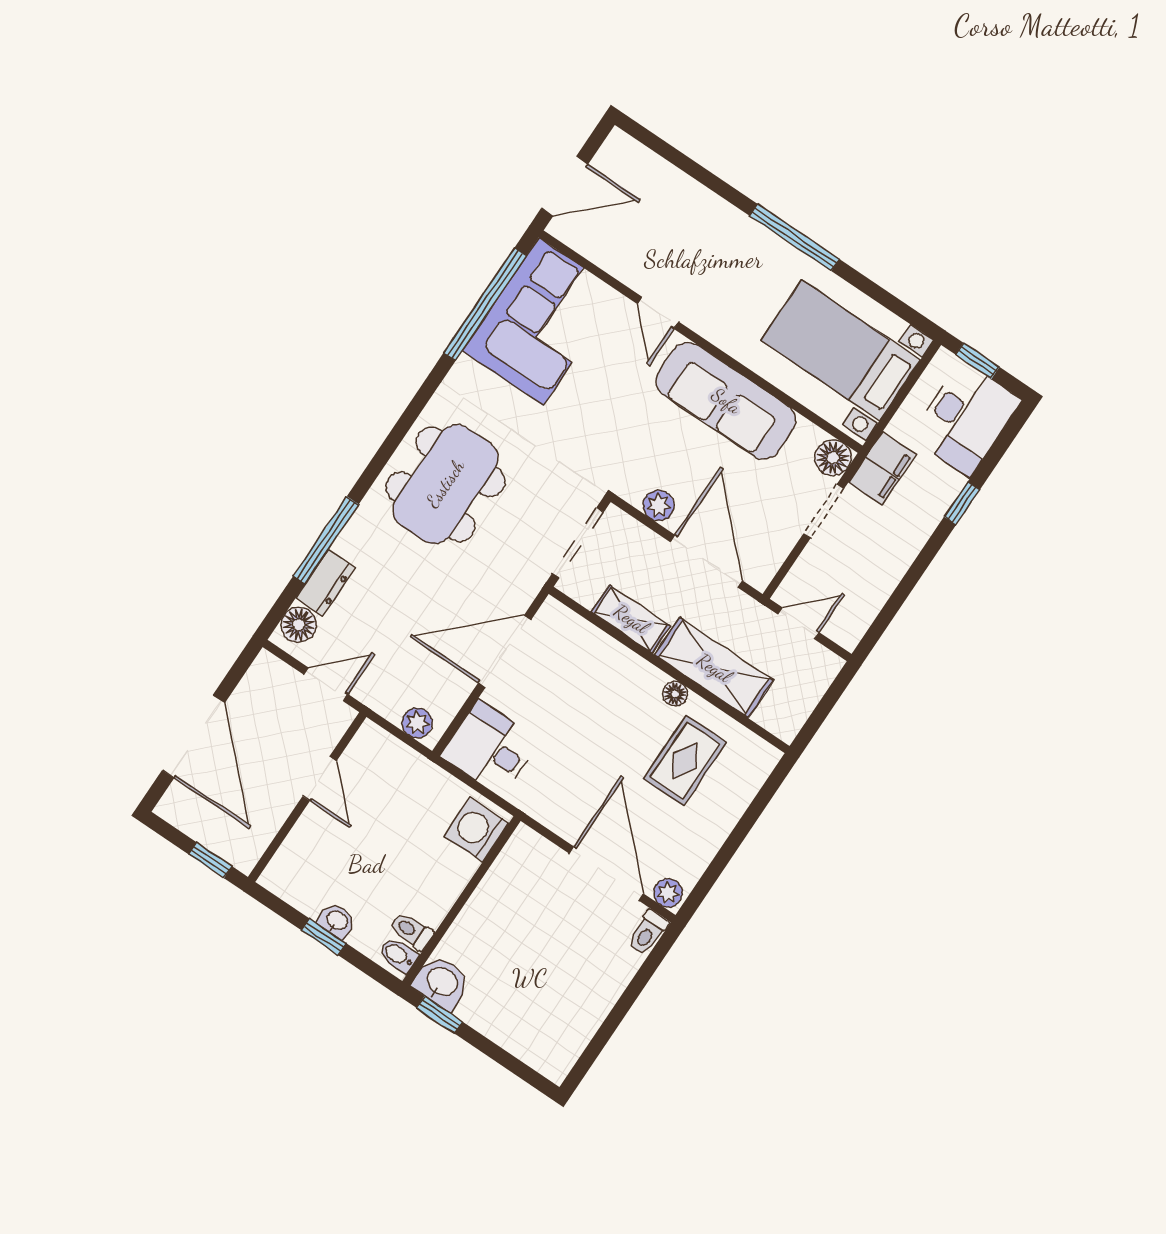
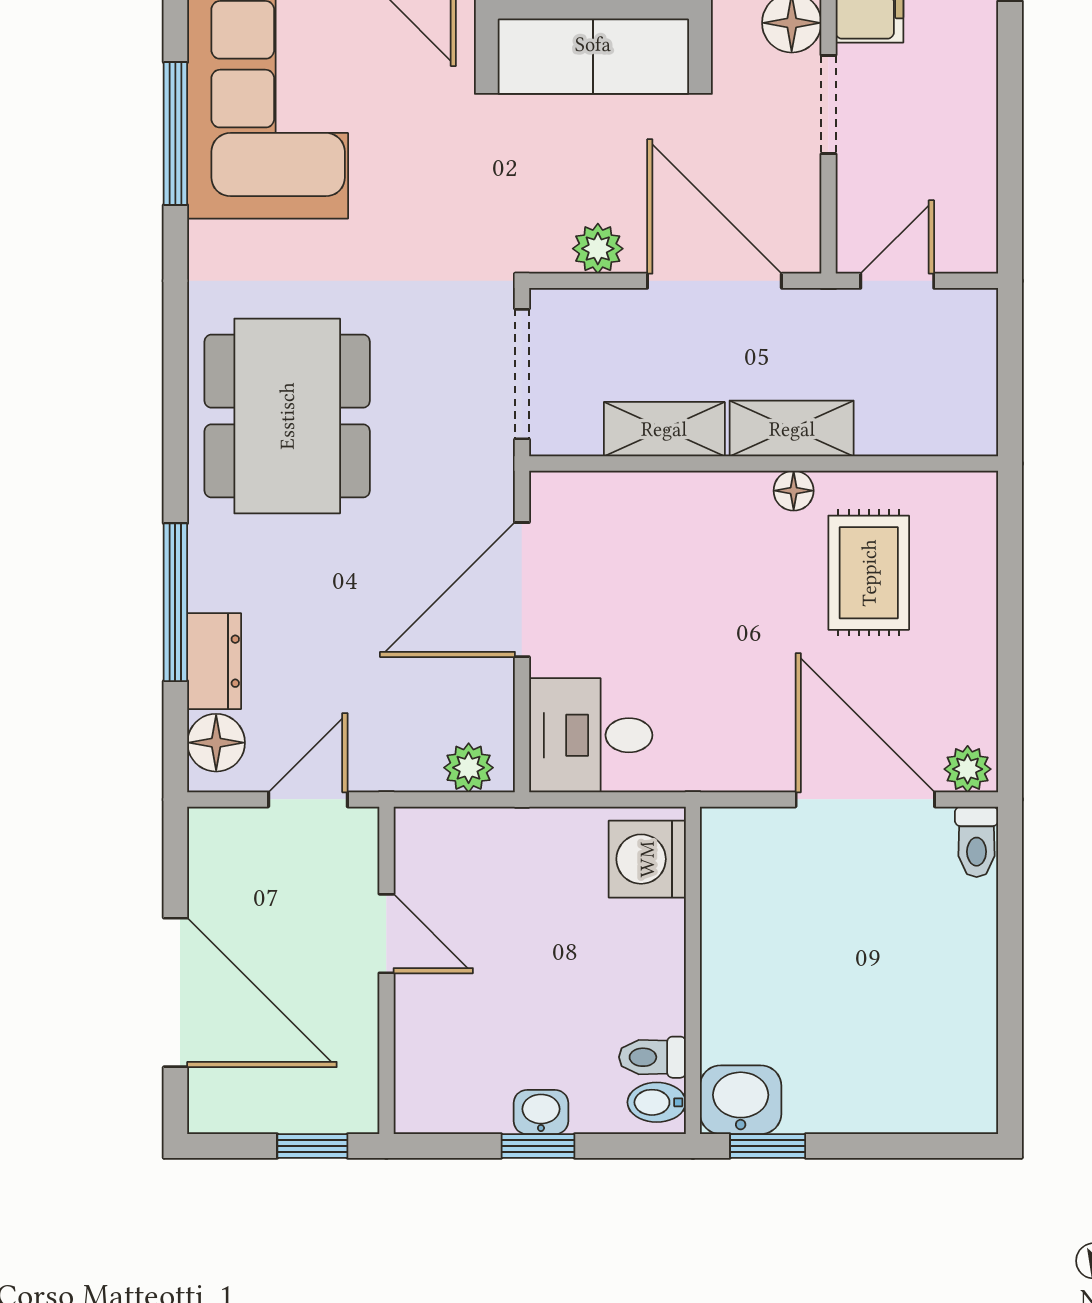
window: (485, 304) -> (175, 134), width x0.68
shelving: (714, 668) -> (792, 429), width x0.67, depth x0.75

